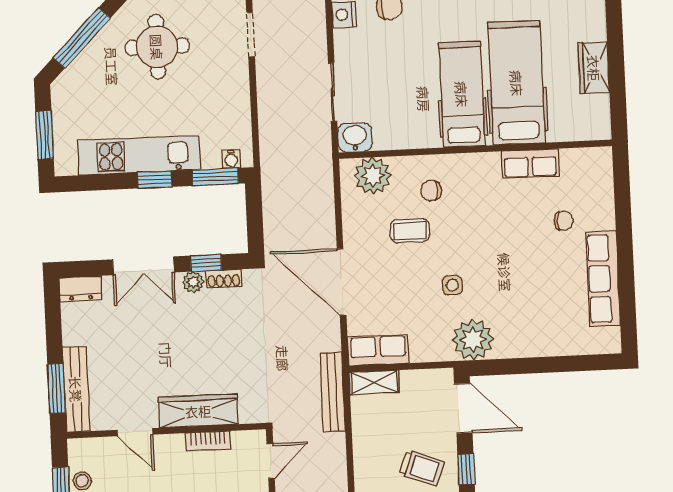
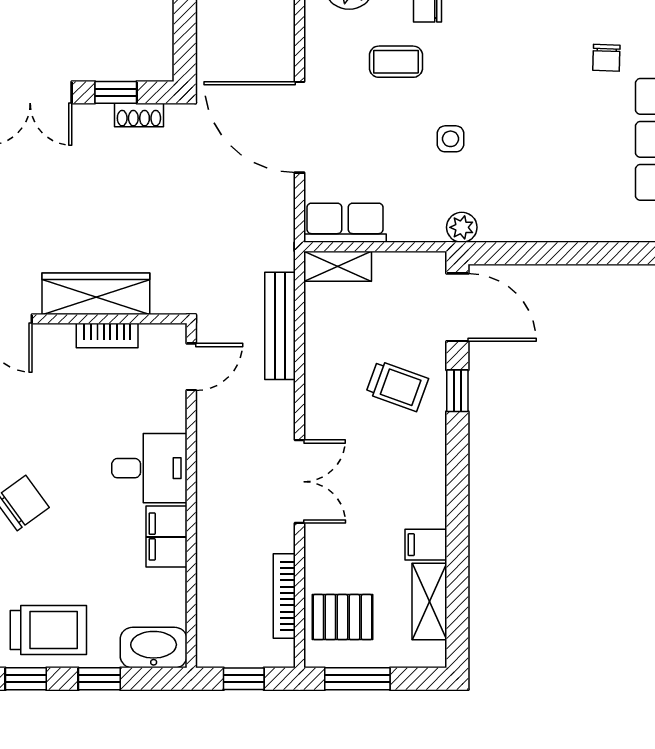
chair: (564, 221) -> (606, 58), turned 92
plant: (193, 282) -> (97, 118), removed
plant: (473, 339) -> (462, 227), width x0.53, depth x0.53
bench: (333, 392) -> (280, 326), moved

